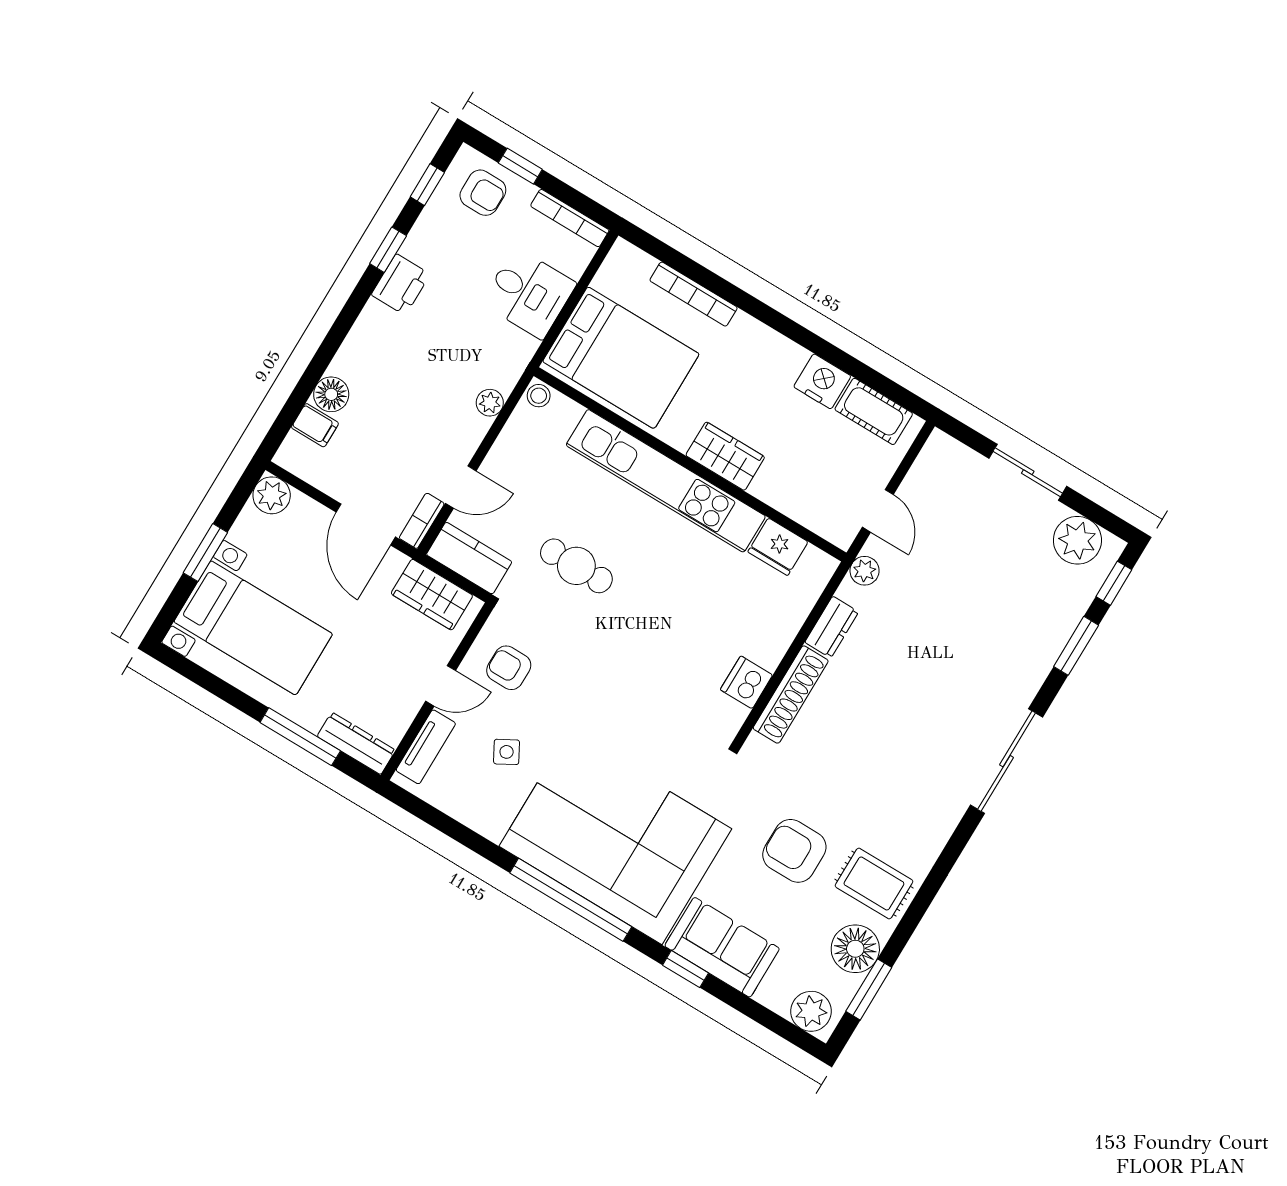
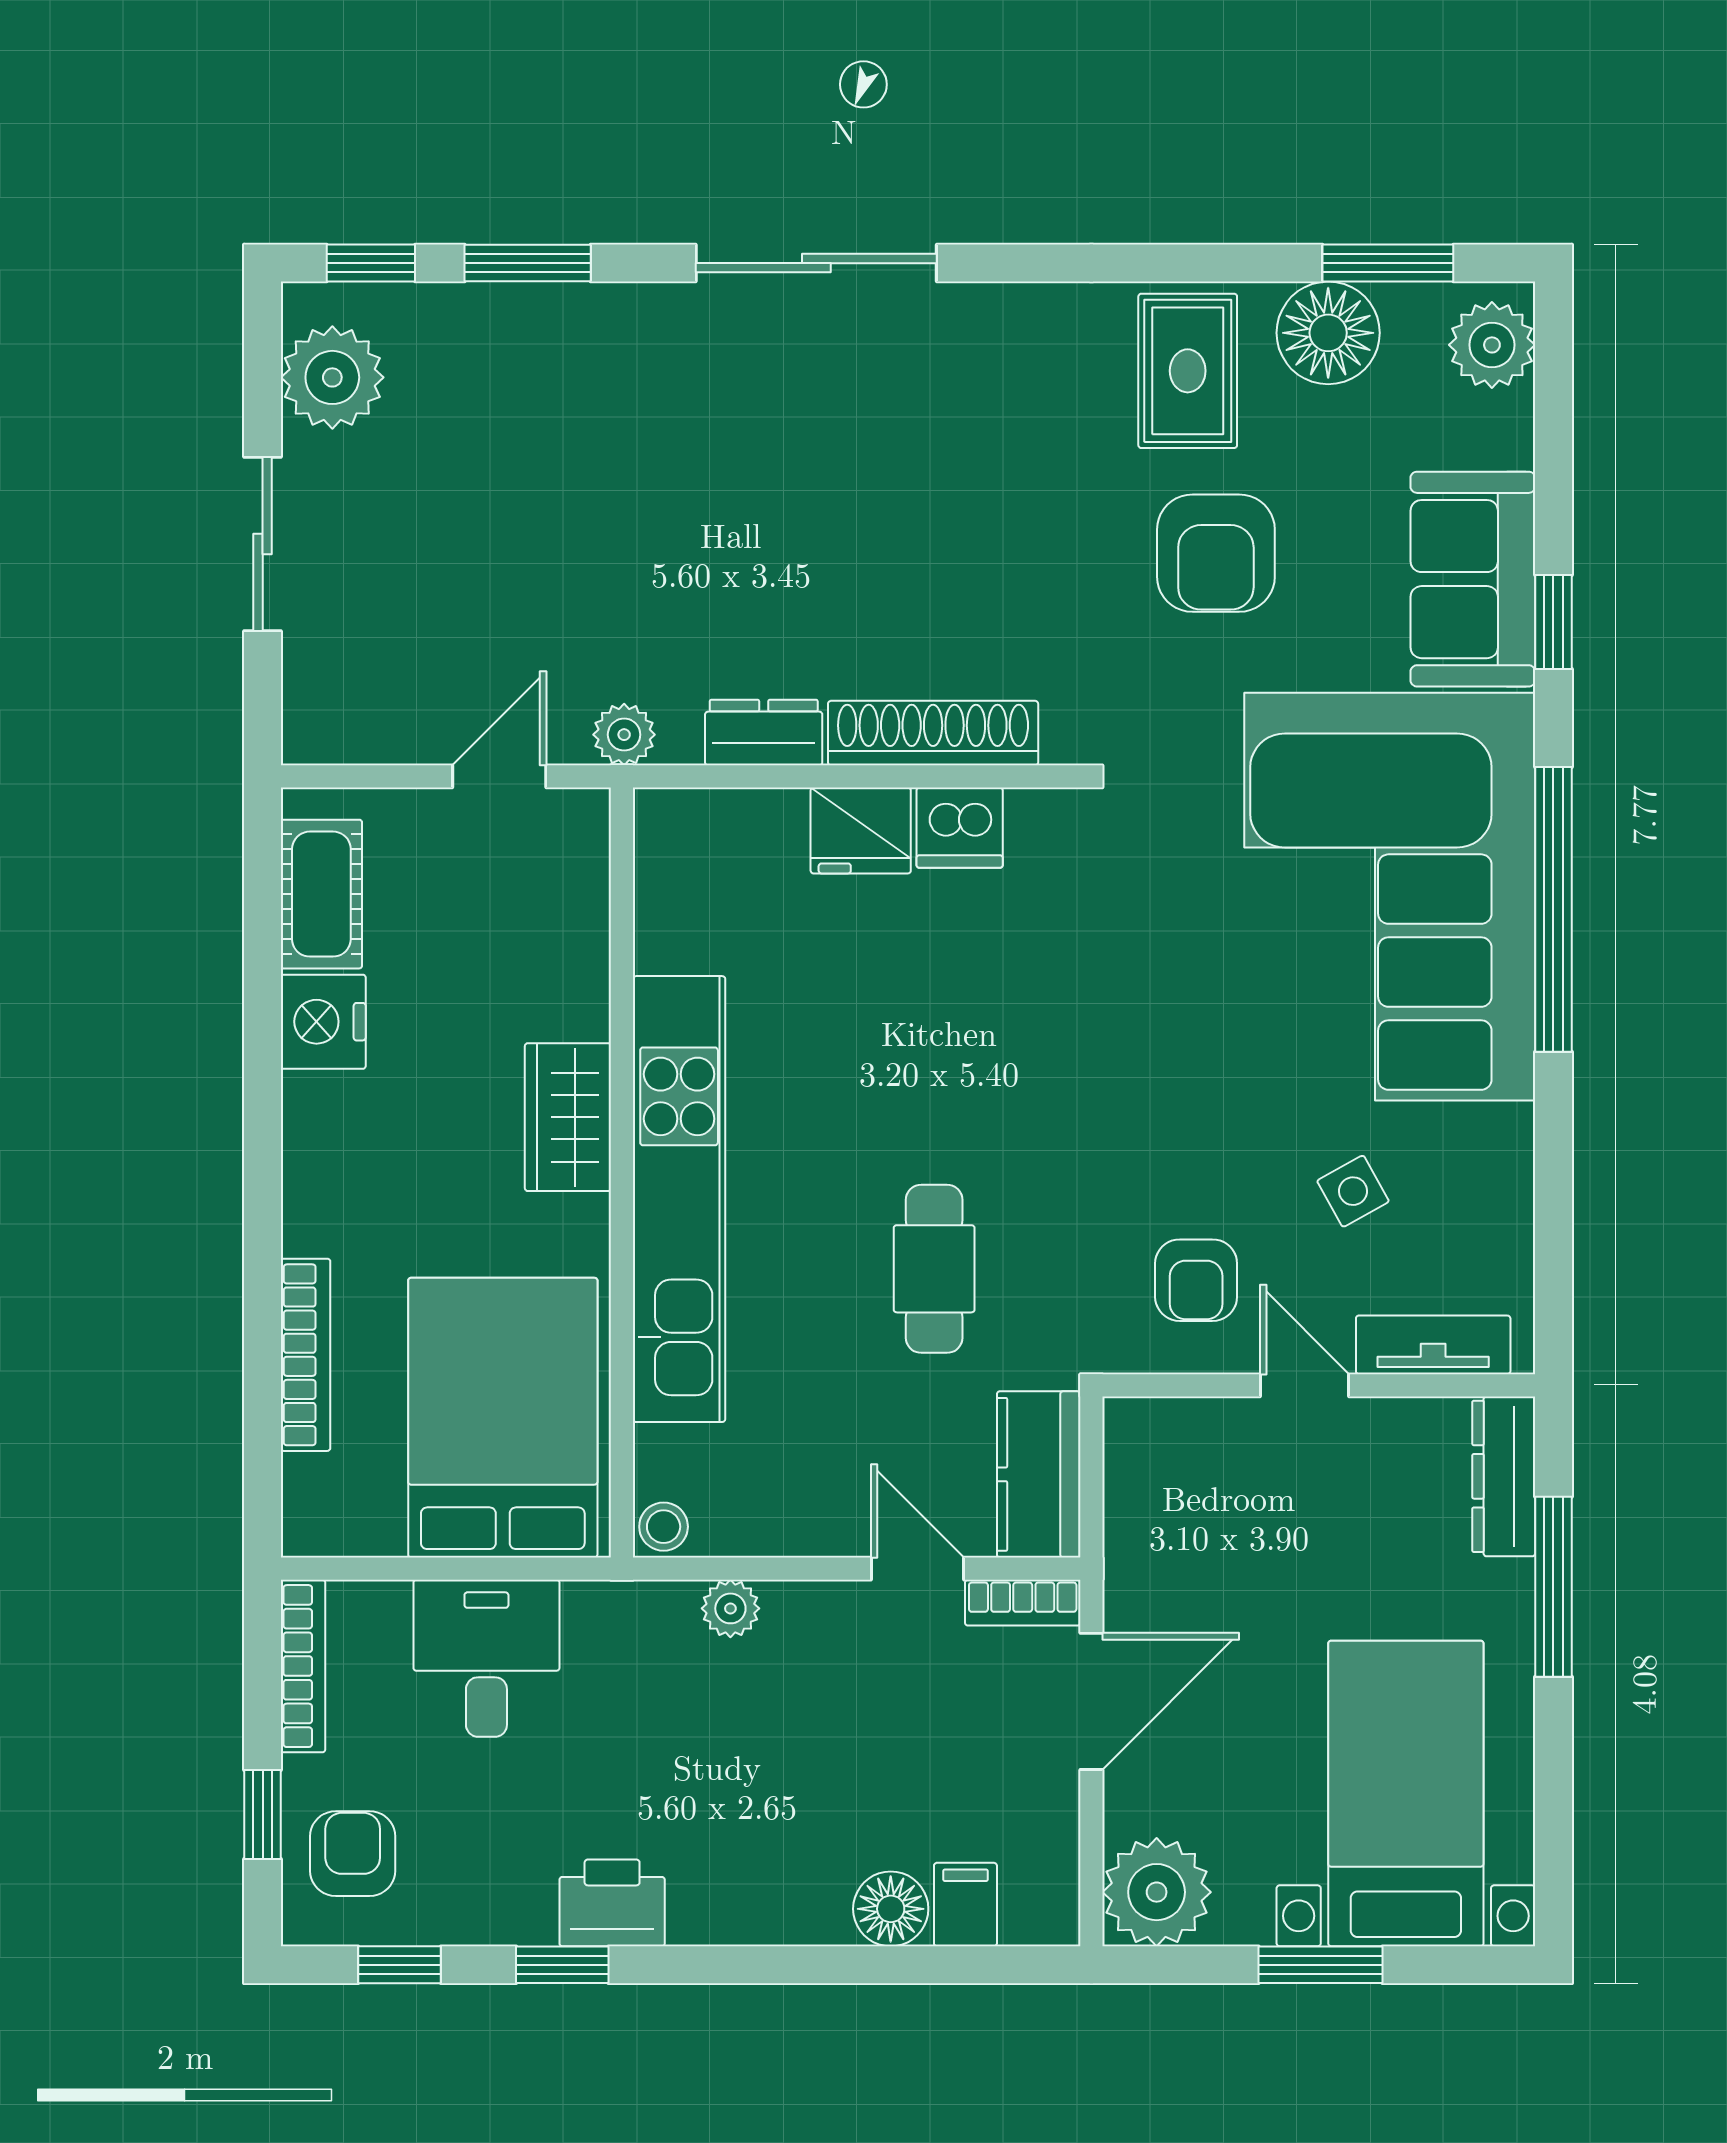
plant: (272, 495) -> (1157, 1892), width x1.36, depth x1.36
fridge: (778, 547) -> (861, 831), moved, turned 90
wardrobe: (432, 595) -> (1147, 1502), removed

